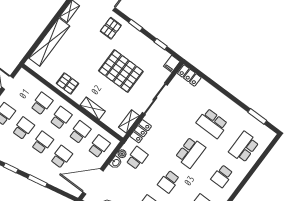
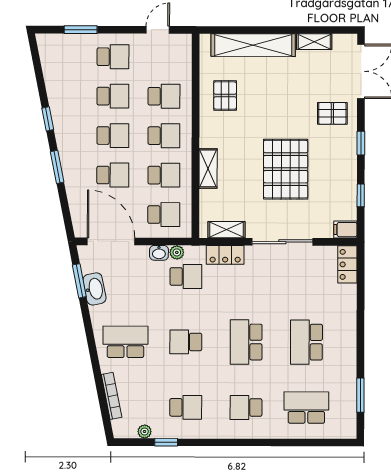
pallet: (67, 83) -> (225, 96), moved
school desk: (190, 152) -> (246, 342), turned 90

